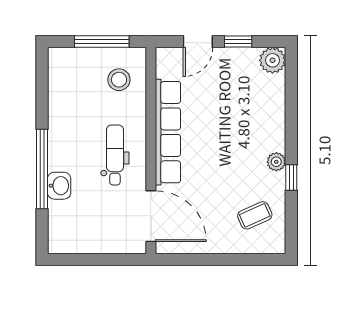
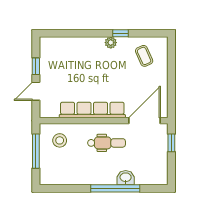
door: (198, 42) -> (36, 91), swing flipped
plant: (273, 60) -> (48, 45), removed
dental chair: (115, 155) -> (106, 143), turned 180
window: (115, 259) -> (171, 143), added

